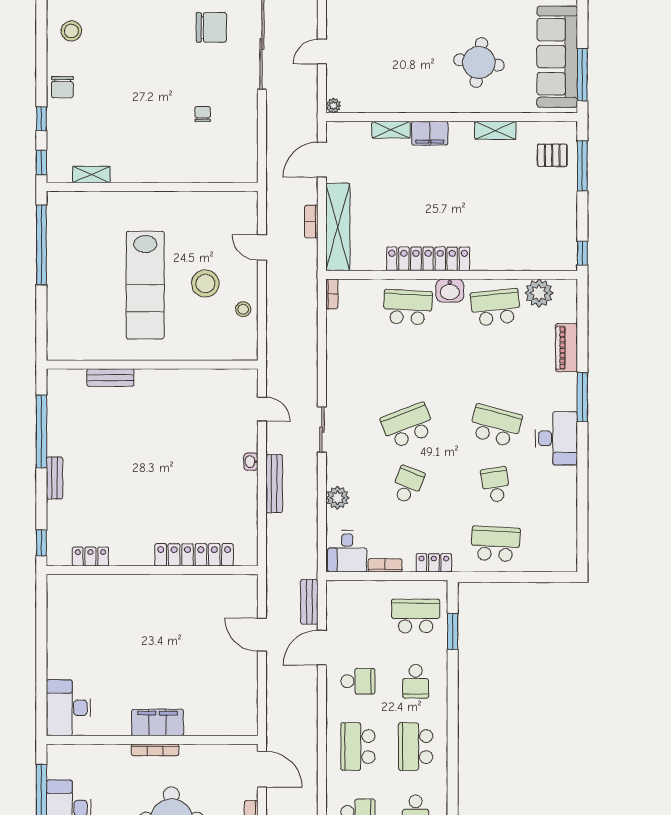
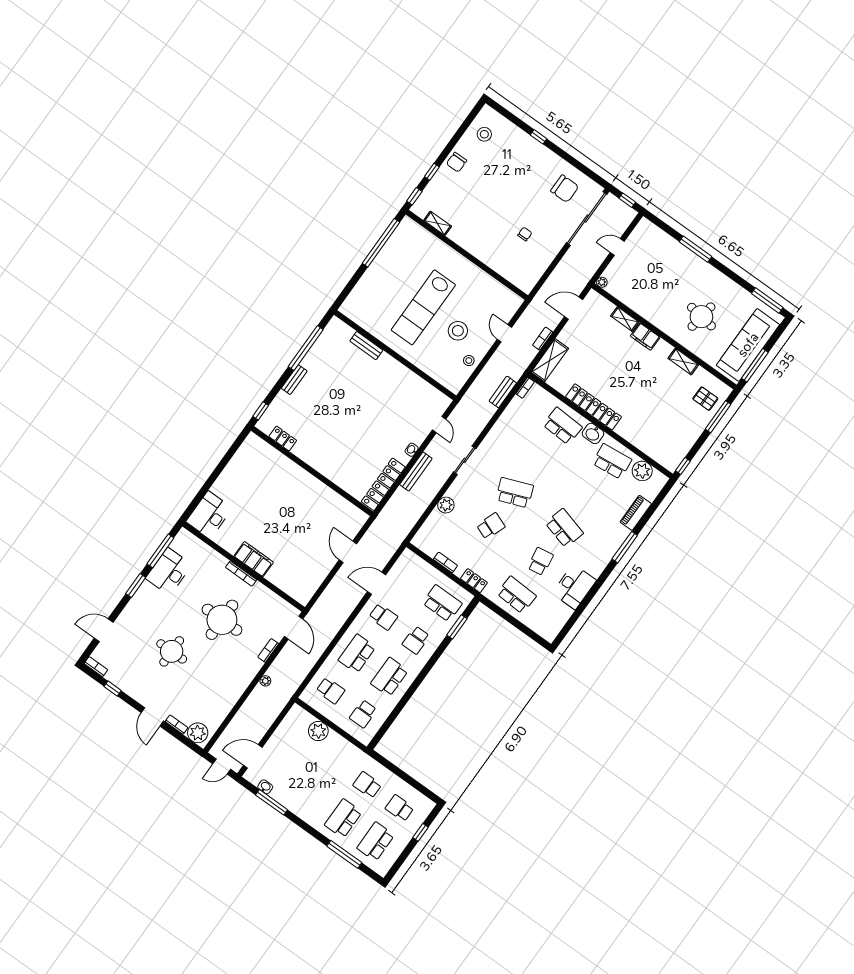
shelving: (338, 227) -> (550, 360), width x0.68
desk: (556, 438) -> (574, 587), moved
desk: (347, 551) -> (430, 539), removed
locker: (194, 555) -> (383, 484), moved, turned -90
bench: (309, 602) -> (503, 392), moved

